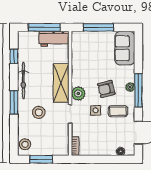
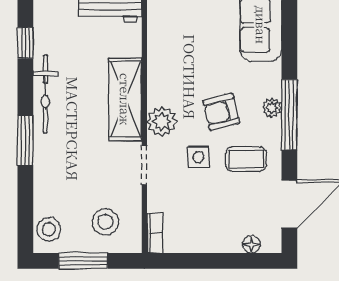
stool: (39, 112) -> (105, 222), moved

